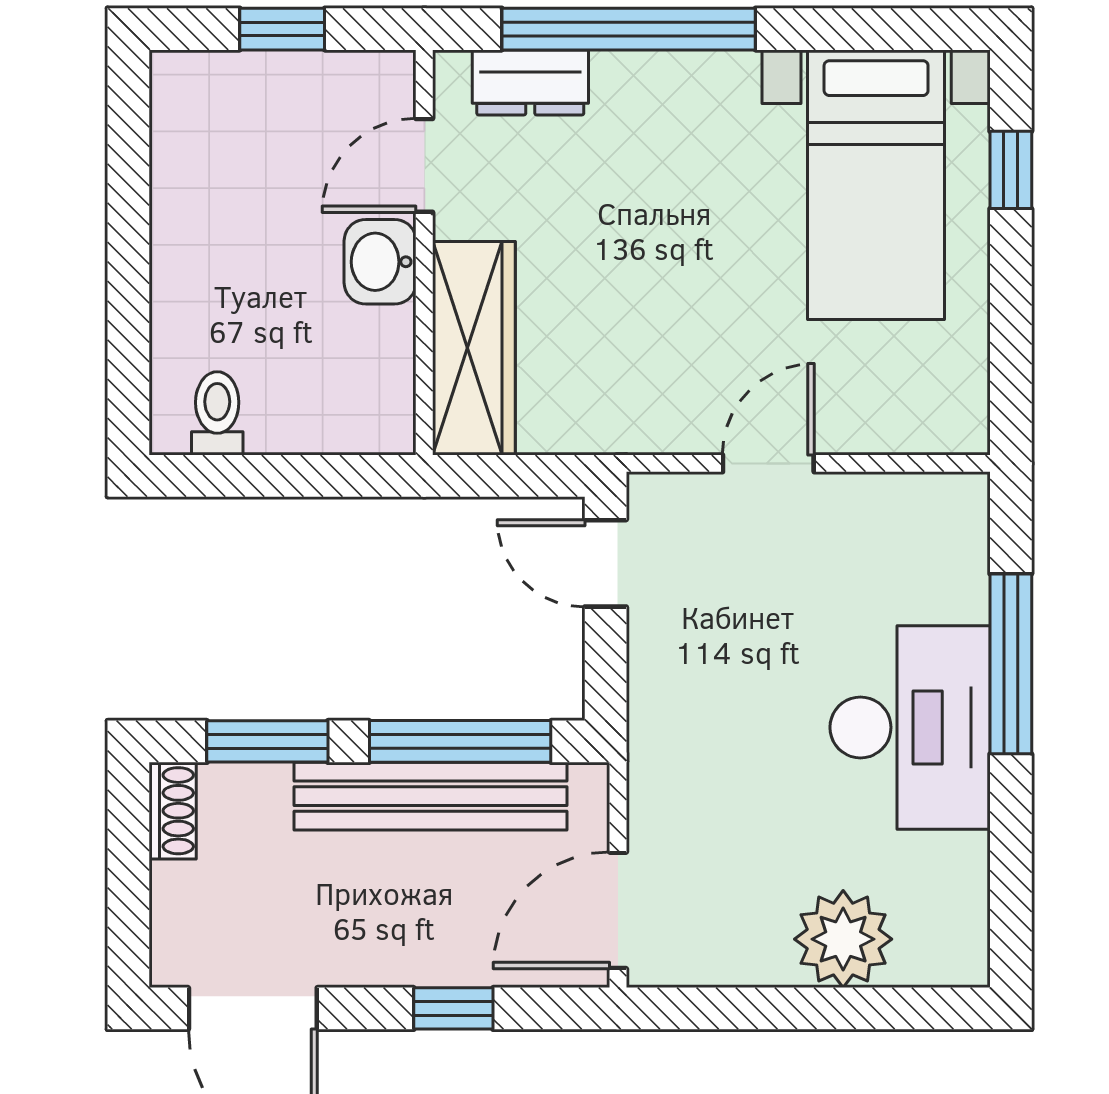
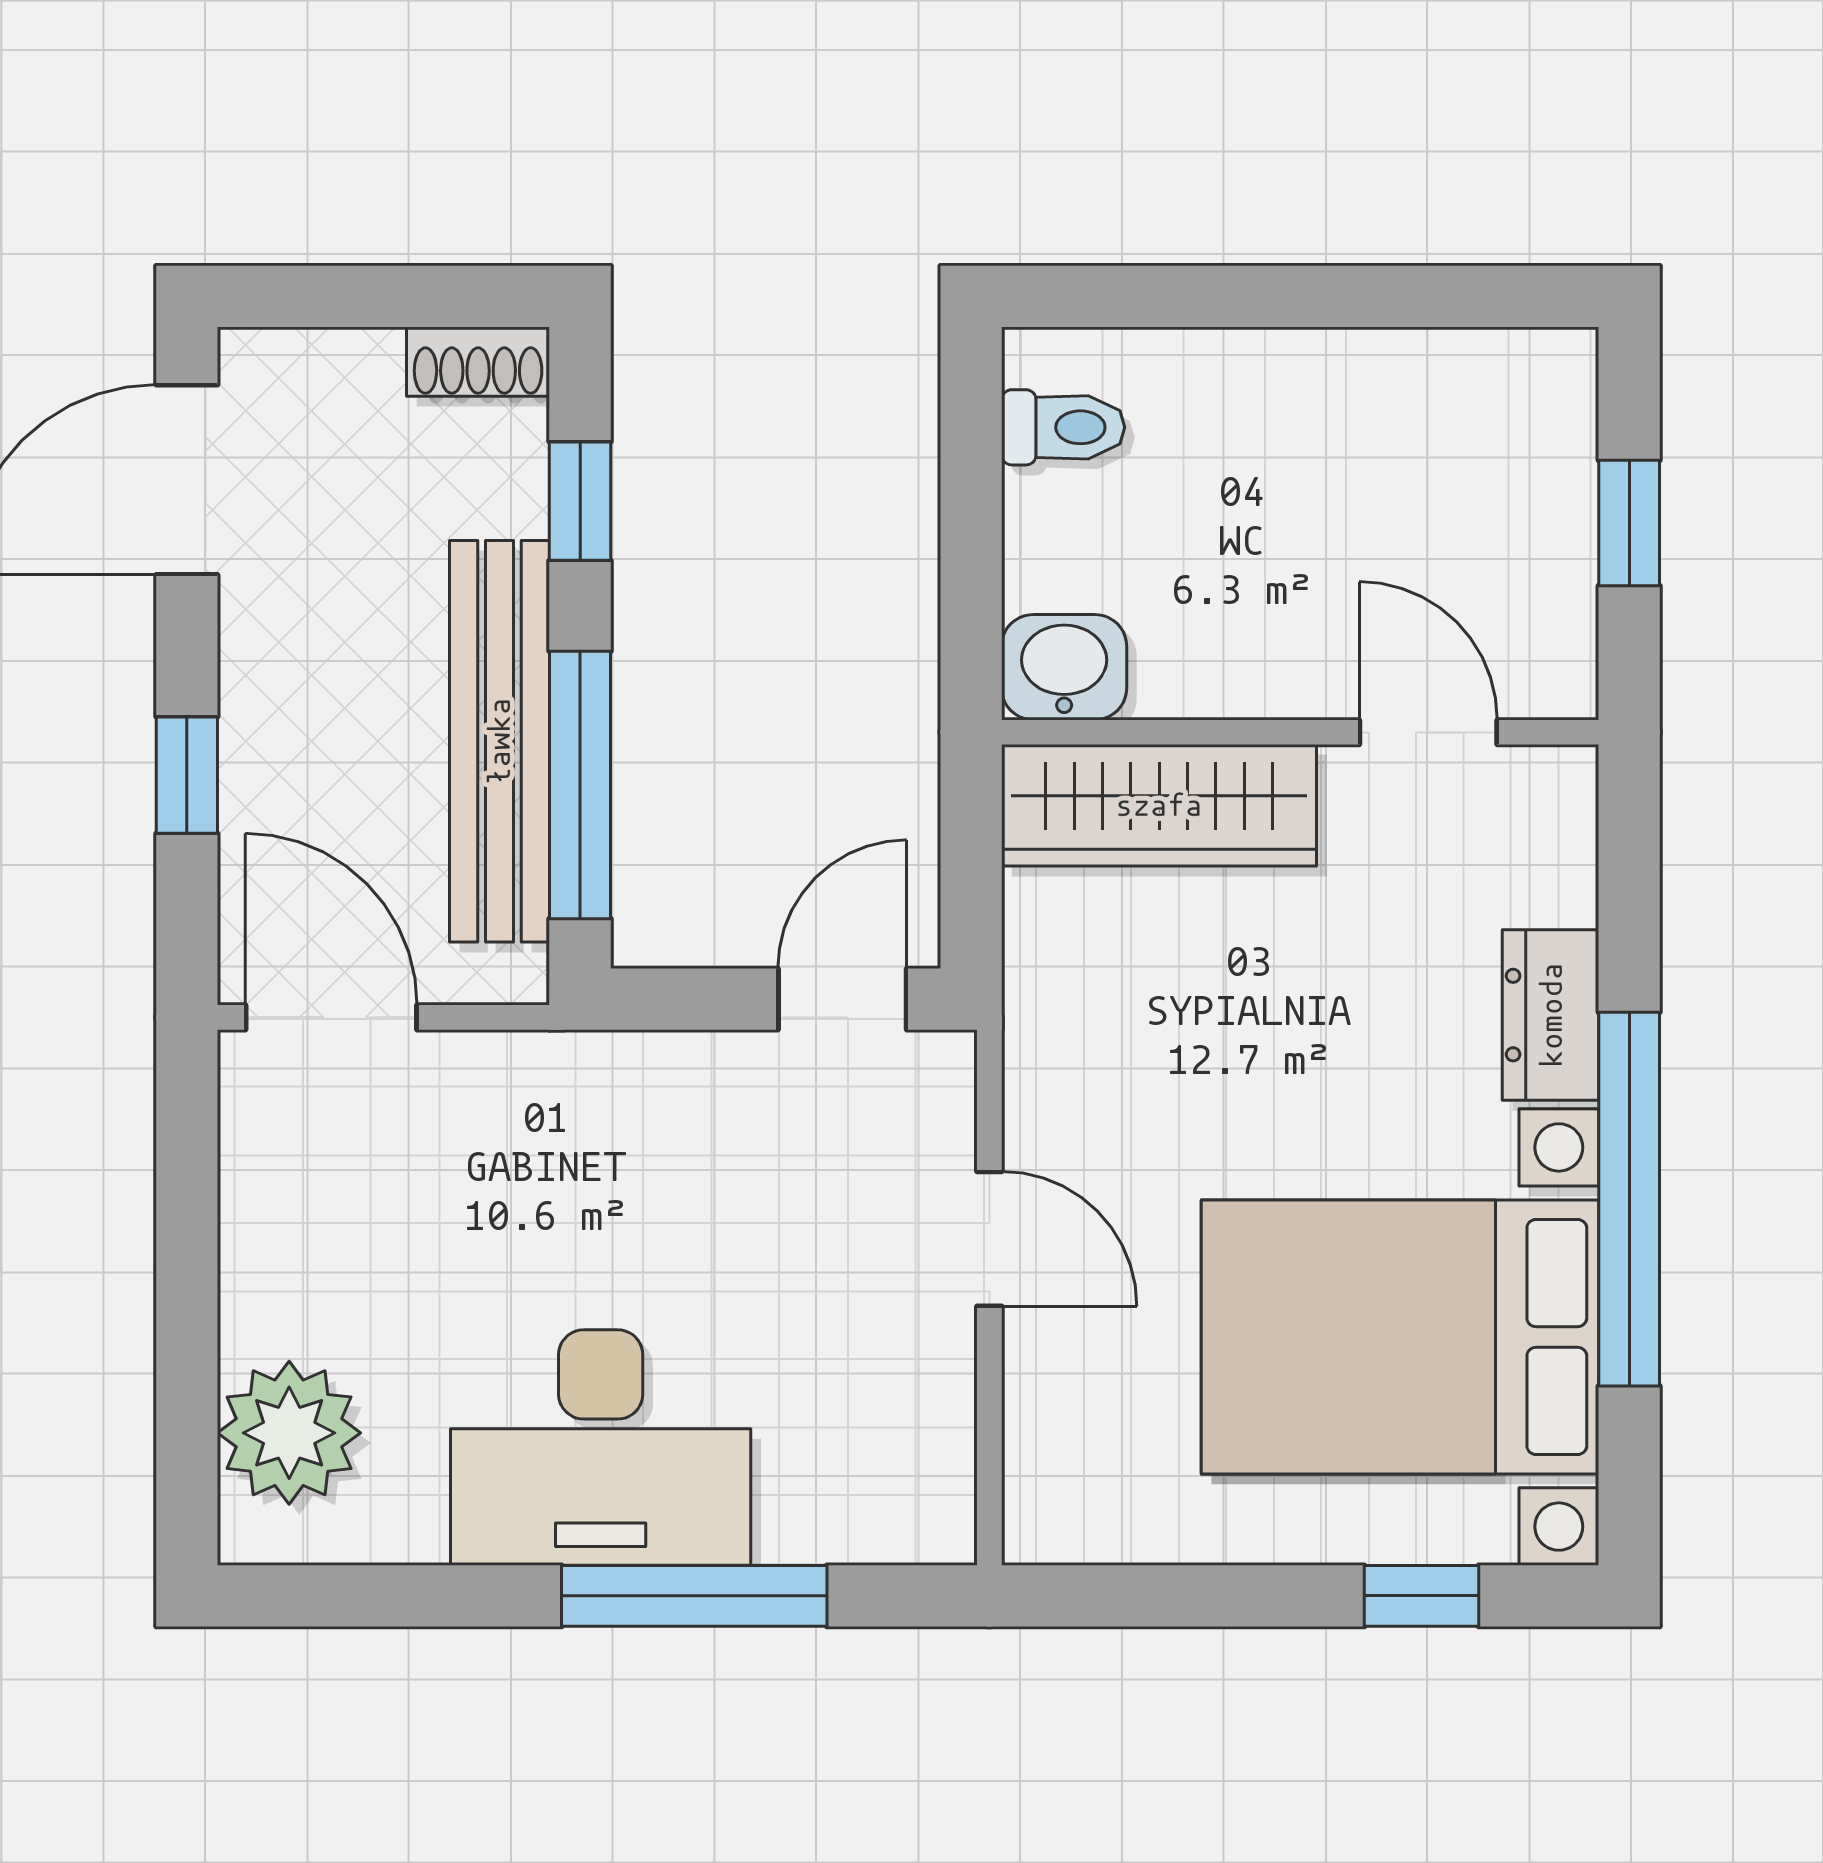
window: (629, 29) -> (1629, 1199), moved
dresser: (530, 82) -> (1551, 1015), moved
bed with nightstands: (876, 185) -> (1400, 1337), width x1.36
washbasin: (380, 262) -> (1064, 667), moved
window: (267, 741) -> (580, 501), width x0.67
plant: (843, 939) -> (289, 1433), moved

